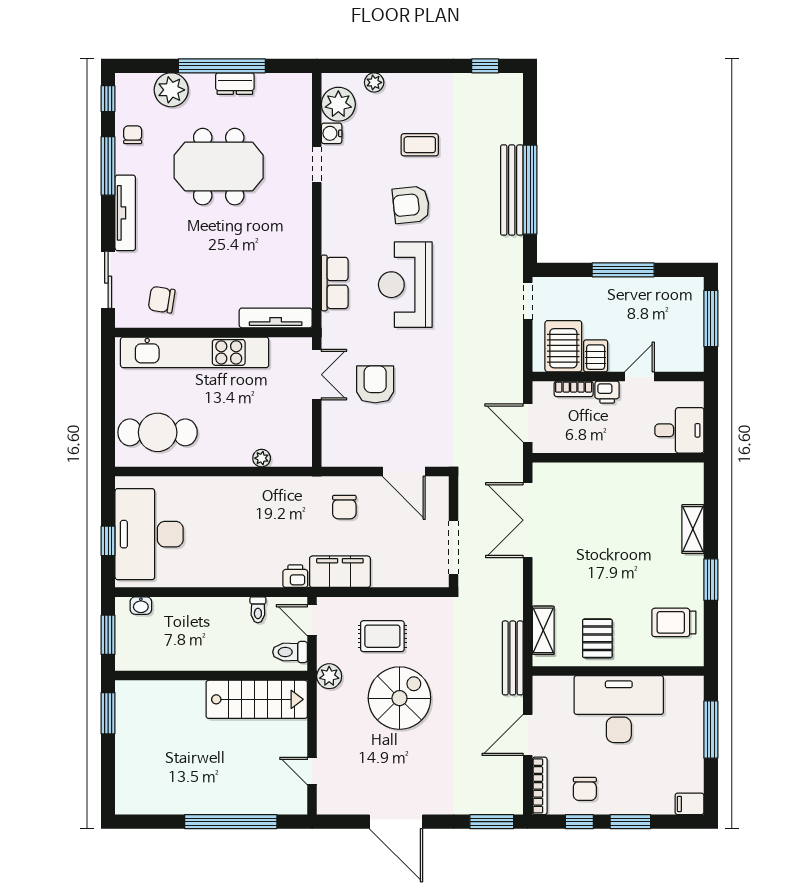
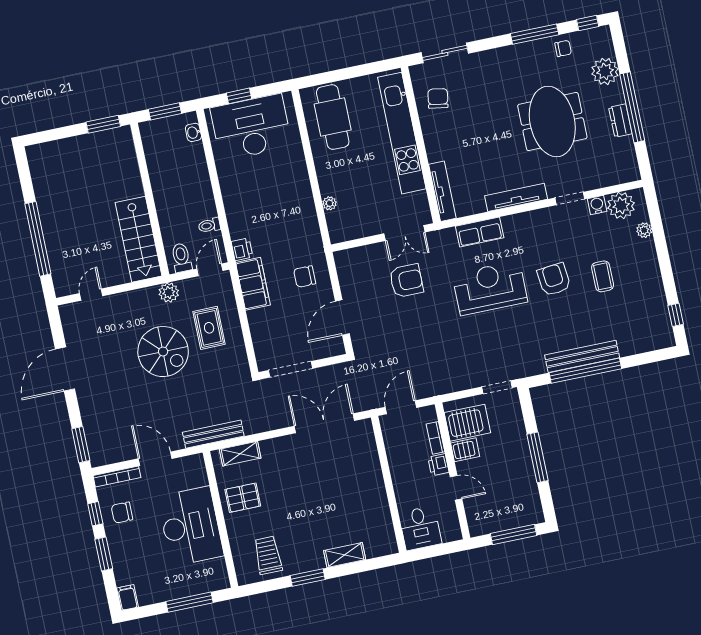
tv unit: (125, 213) -> (516, 197), moved, turned 180

